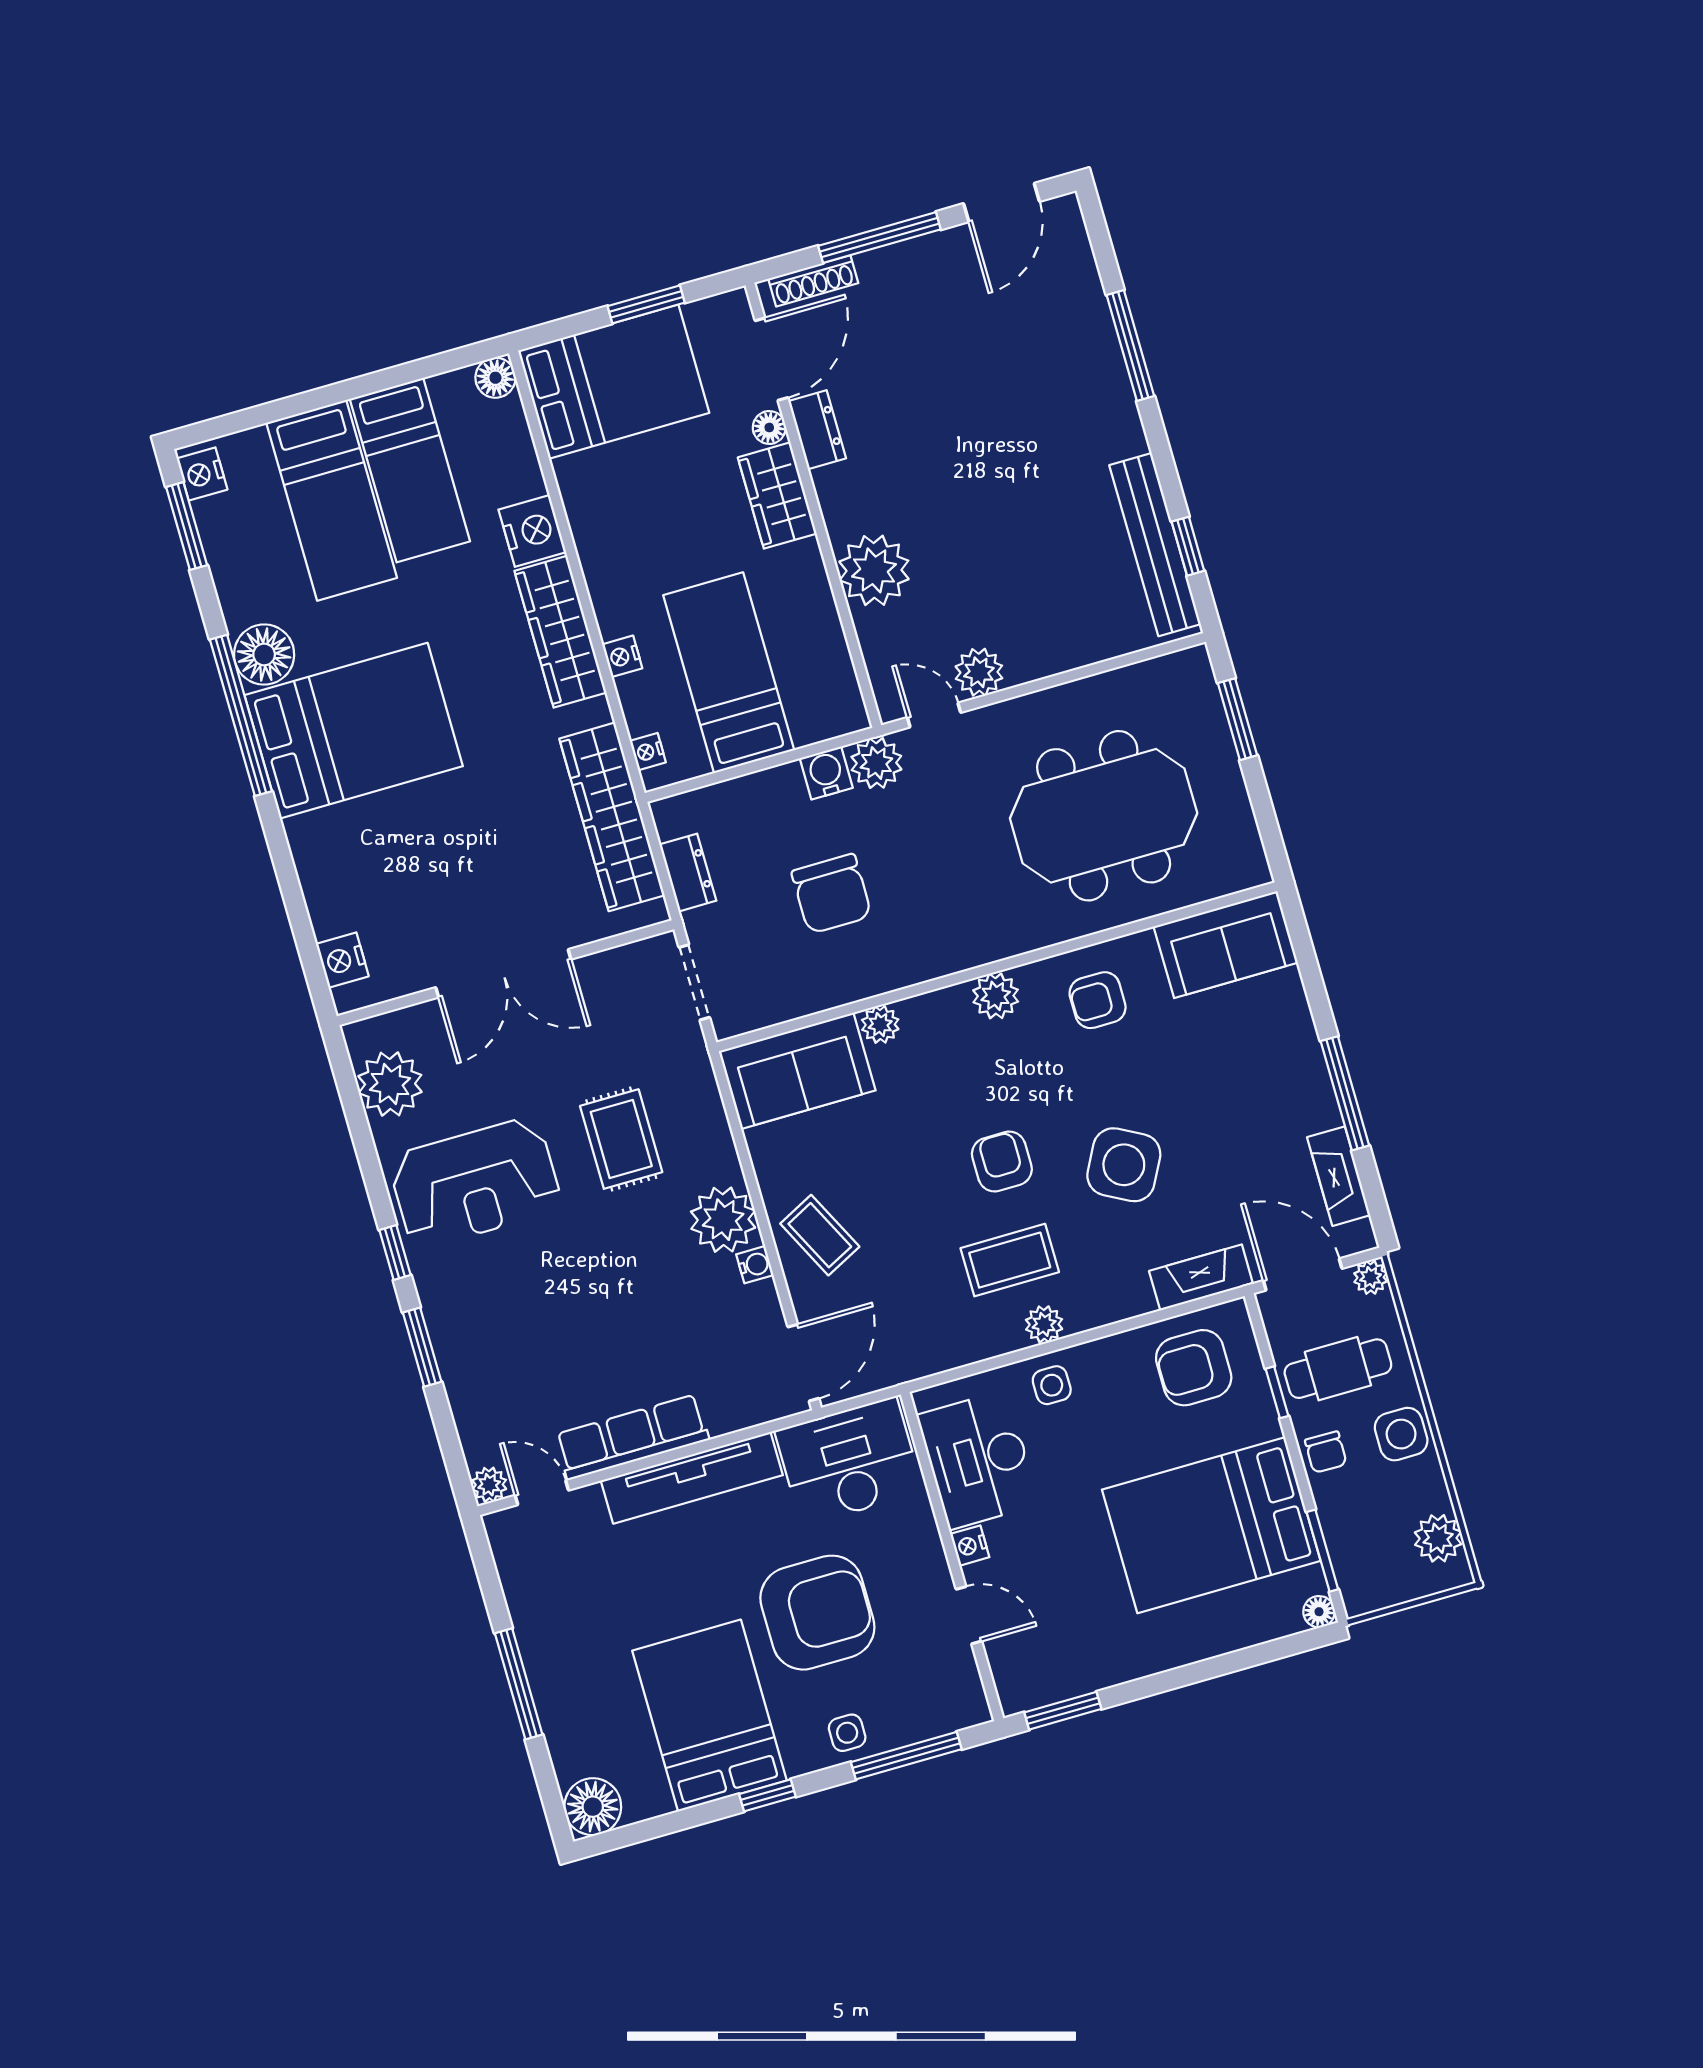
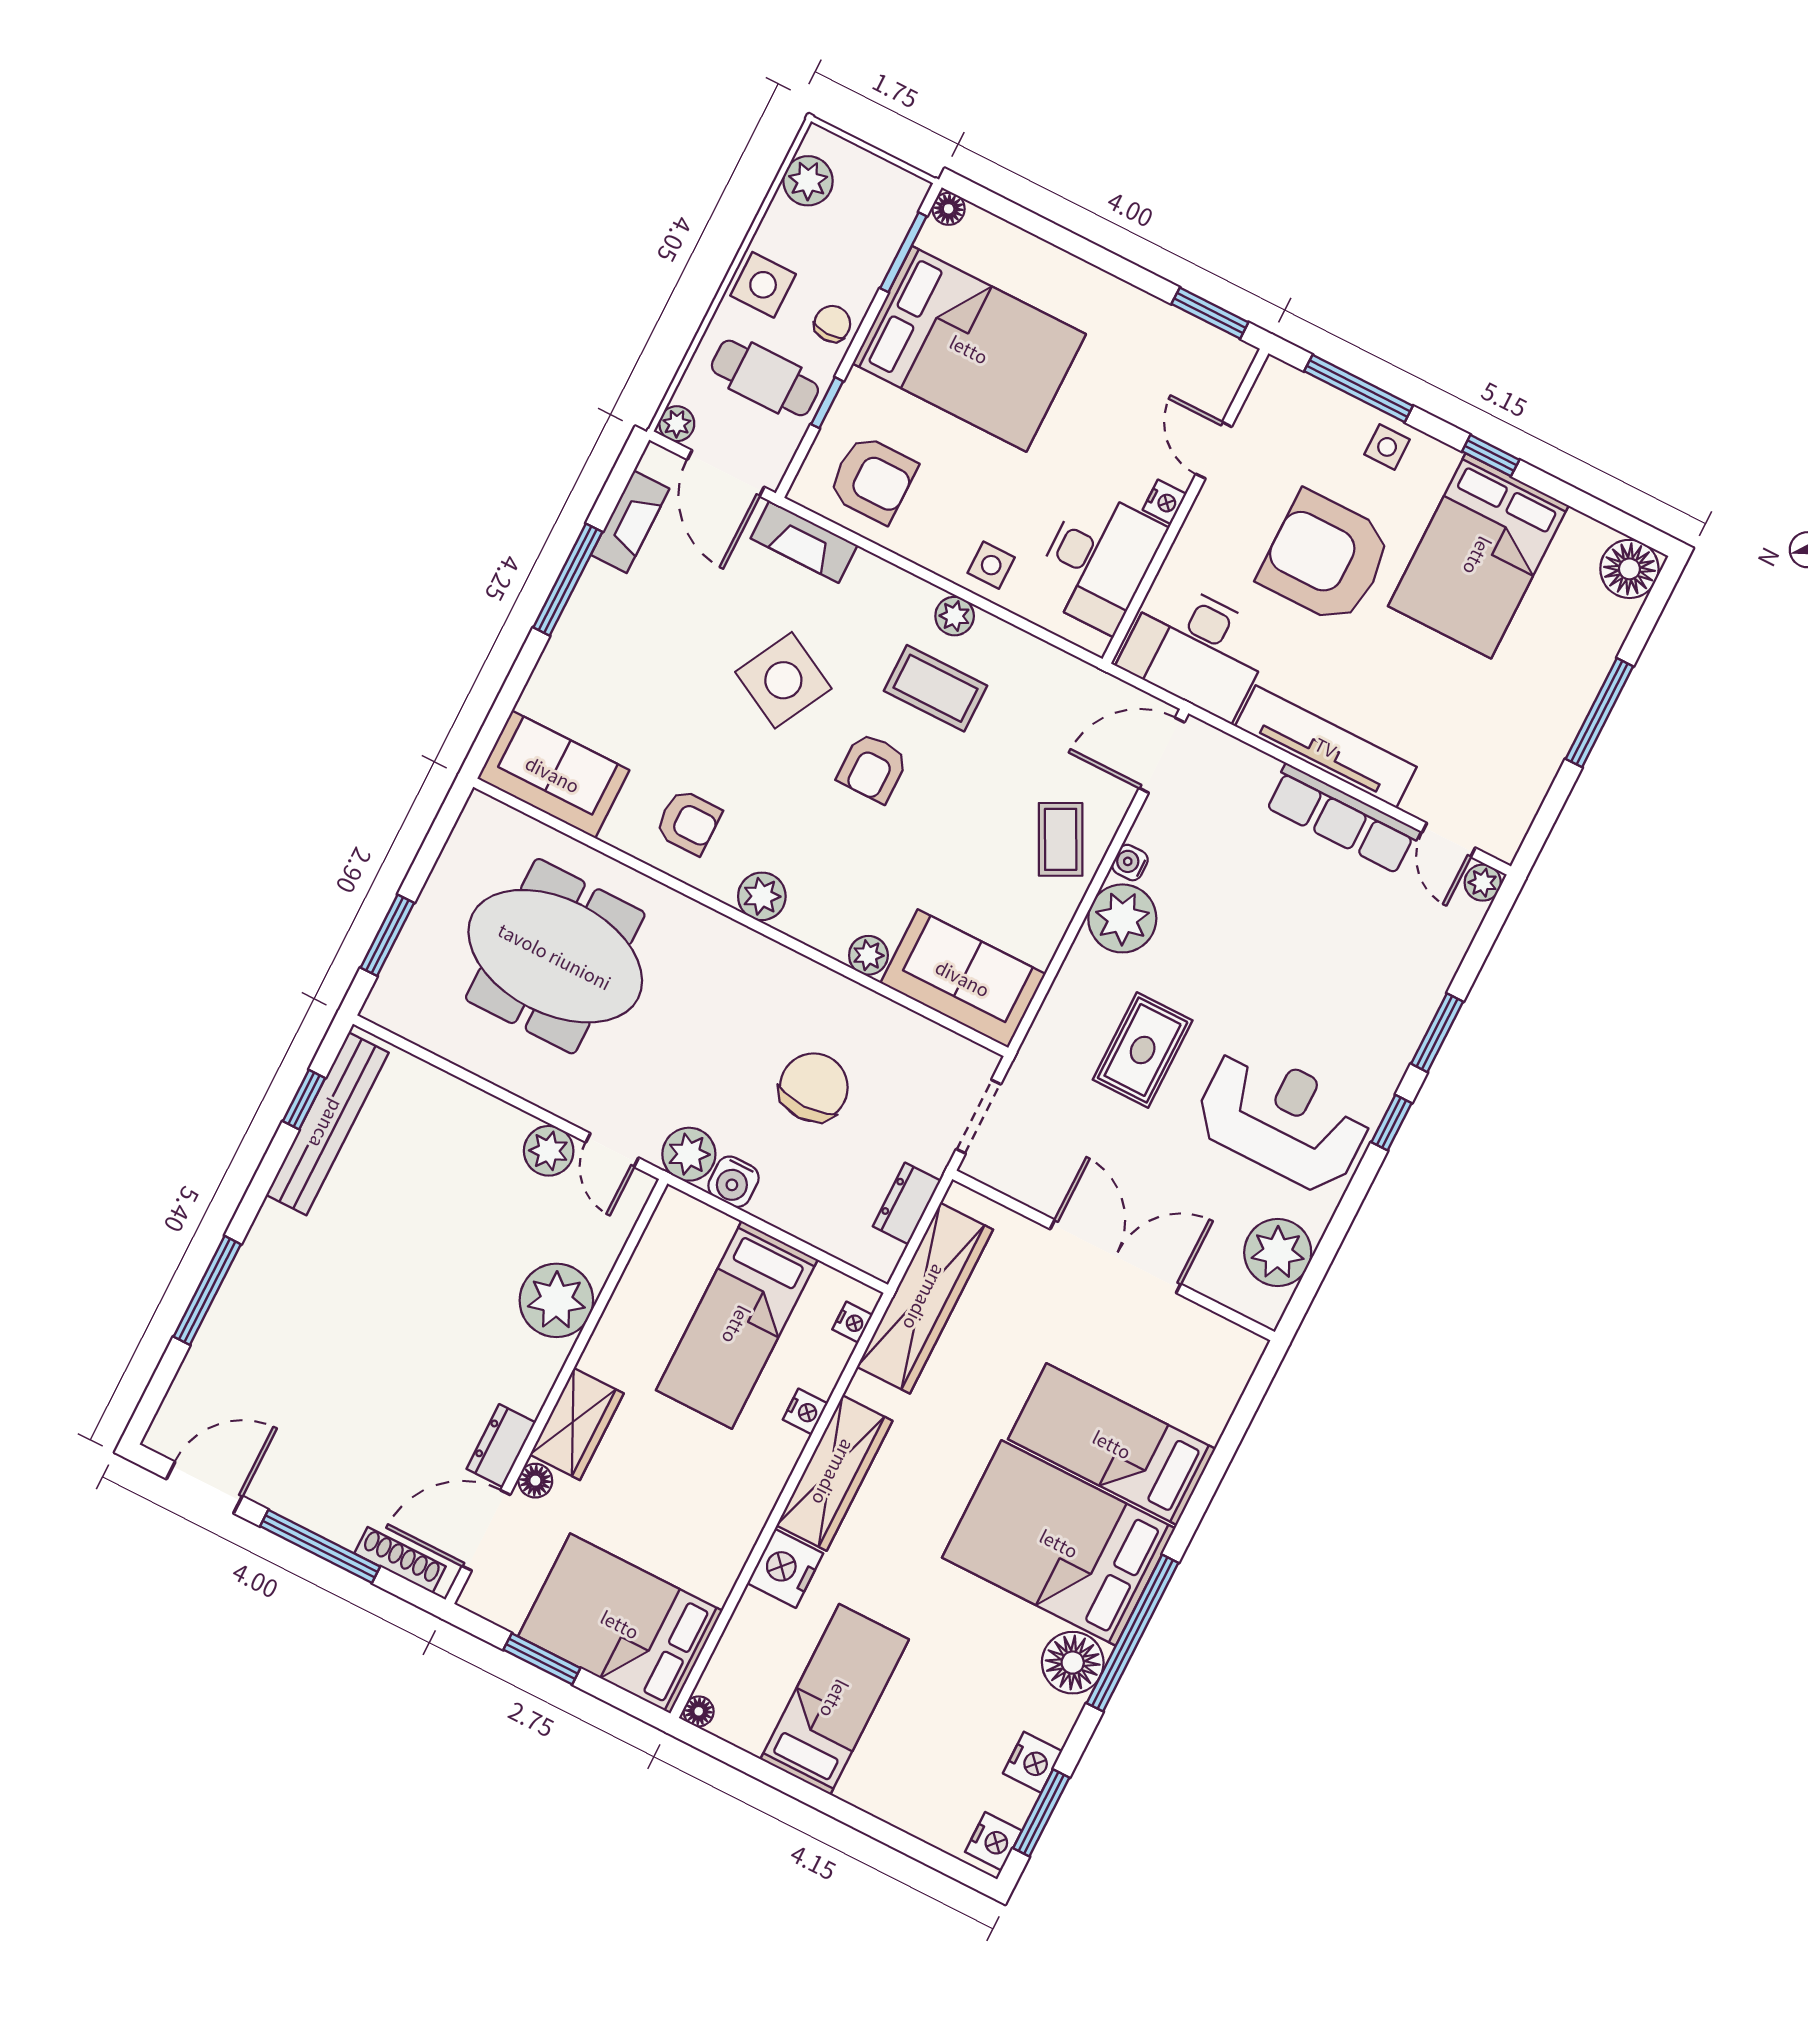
floor lamp: (495, 378) -> (699, 1711), width x0.73, depth x0.73
bed: (332, 500) -> (1112, 1444), moved, turned -90
nightstand: (342, 960) -> (1032, 1762), moved

